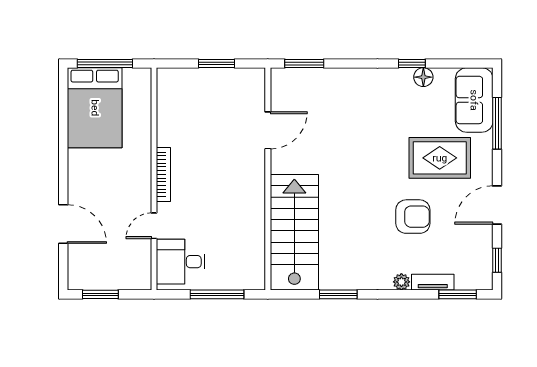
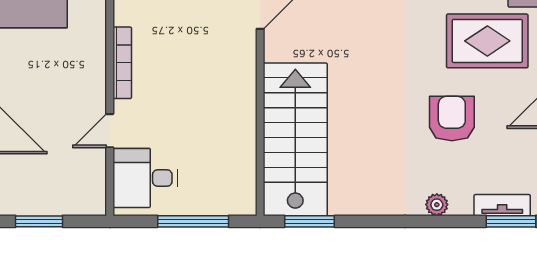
armchair: (413, 217) -> (452, 119), turned -90
tv unit: (433, 282) -> (502, 205), moved
window: (338, 294) -> (309, 221), moved

